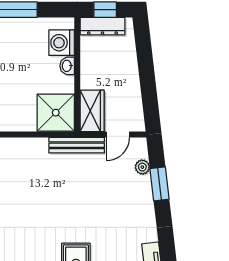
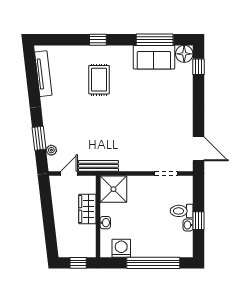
dresser: (102, 26) -> (80, 251), removed
washing machine: (62, 43) -> (121, 248), moved, turned -90
wardrobe: (92, 111) -> (87, 209), moved

